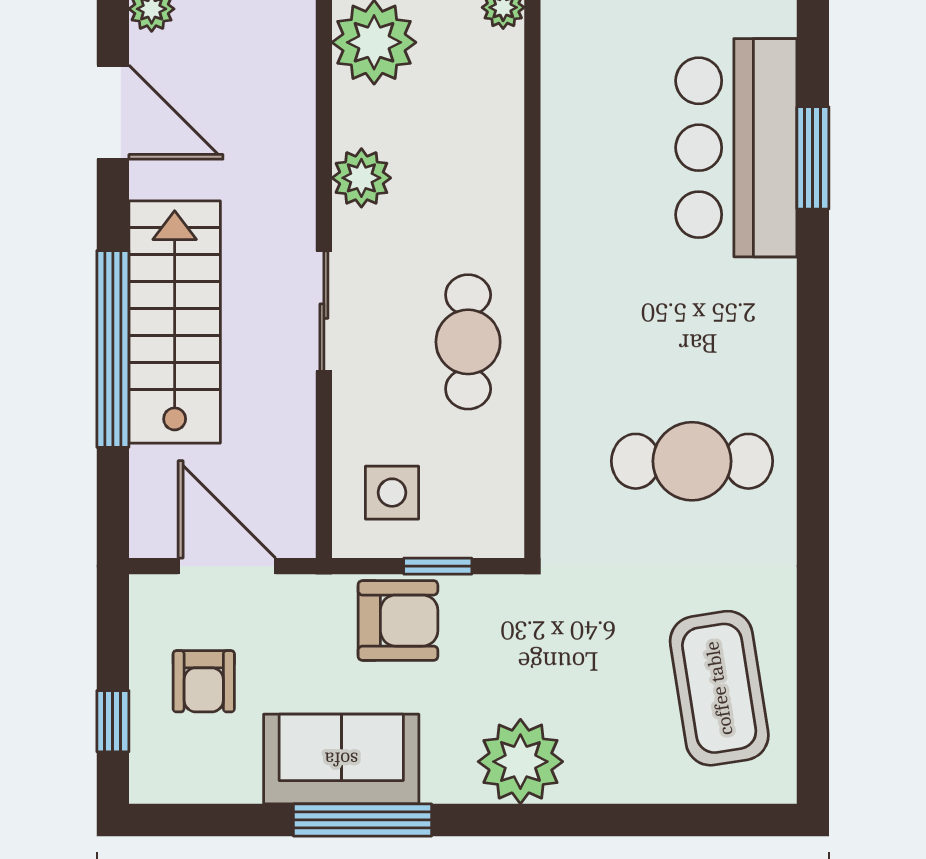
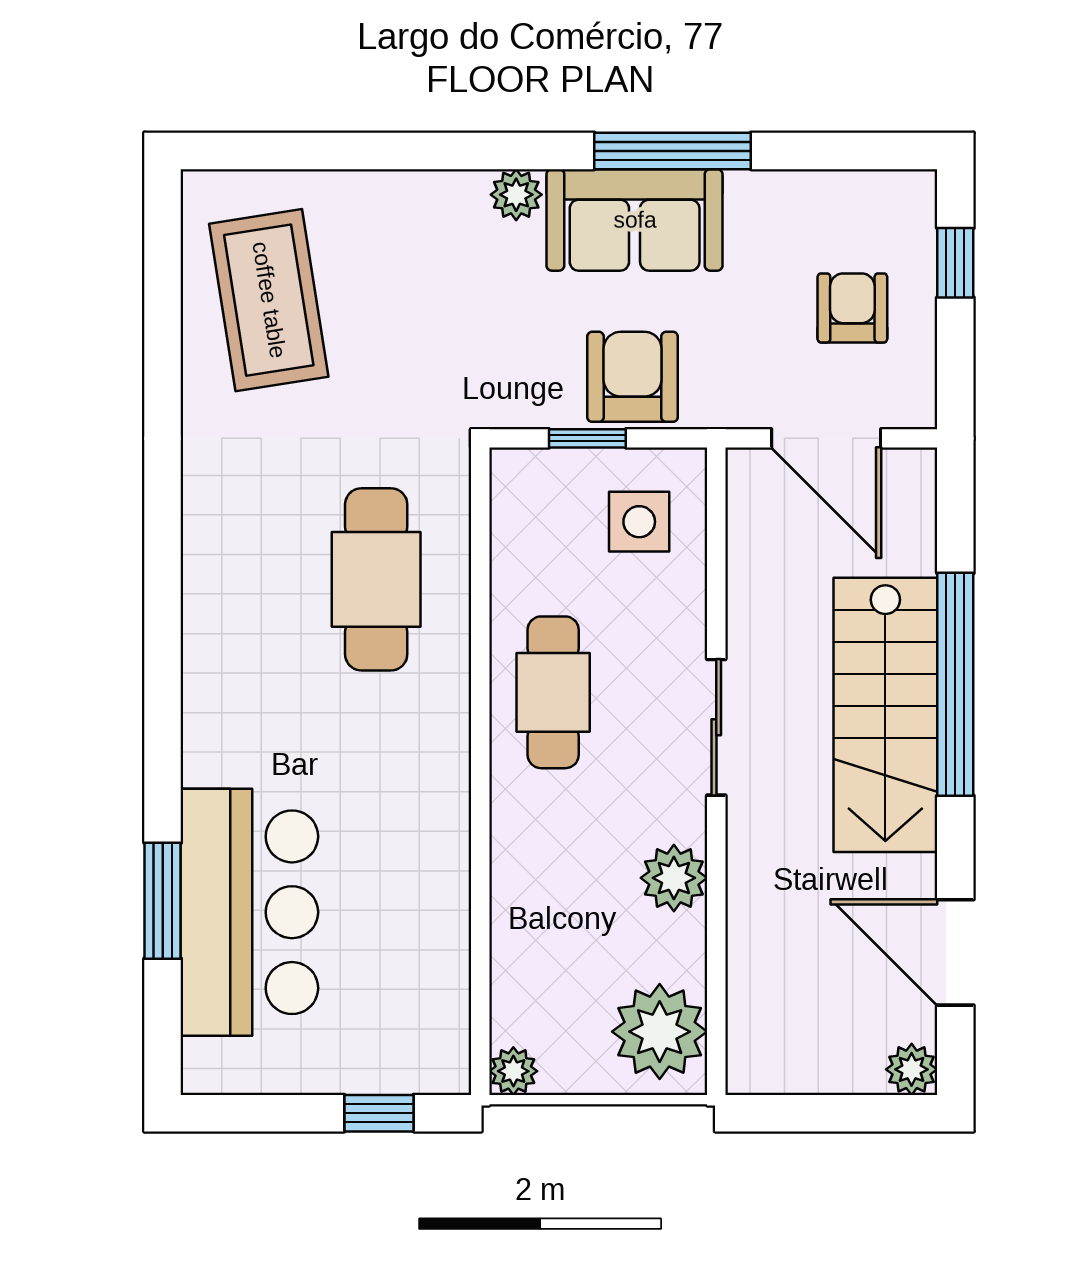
cafe table: (692, 461) -> (376, 579), moved, turned 90
armchair: (398, 621) -> (633, 377), turned 90
sofa: (341, 759) -> (635, 220), moved
plant: (520, 762) -> (516, 195), width x0.53, depth x0.53

